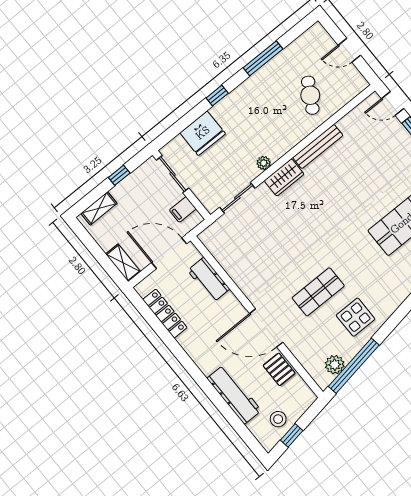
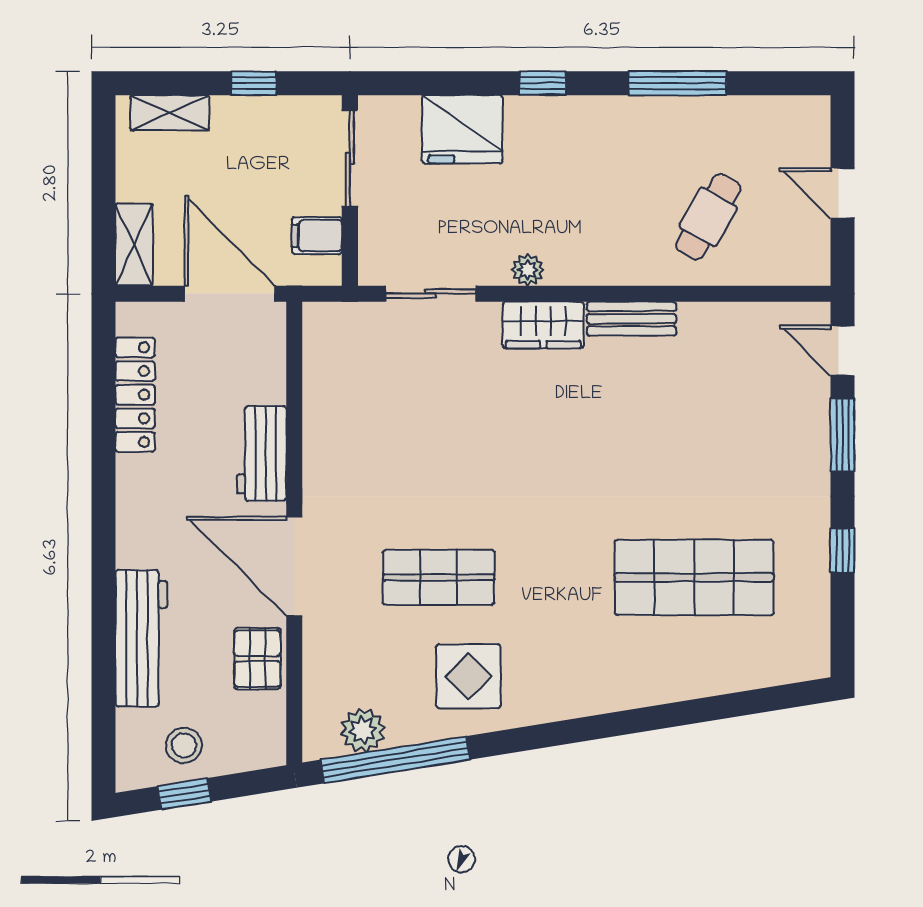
bench: (318, 146) -> (631, 319), width x0.73
workbench: (209, 280) -> (262, 453), moved

